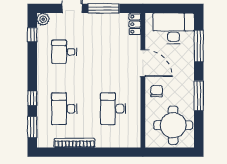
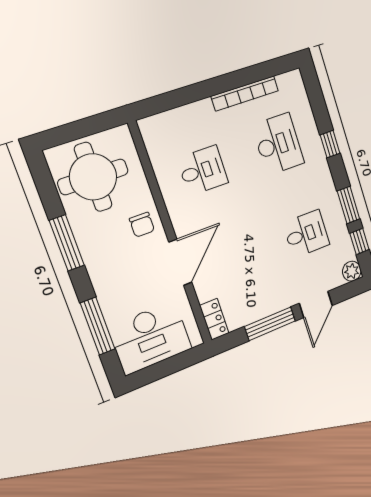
door: (143, 63) -> (180, 262), swing flipped
desk: (113, 109) -> (203, 170), width x0.73
window: (32, 127) -> (348, 205), moved

